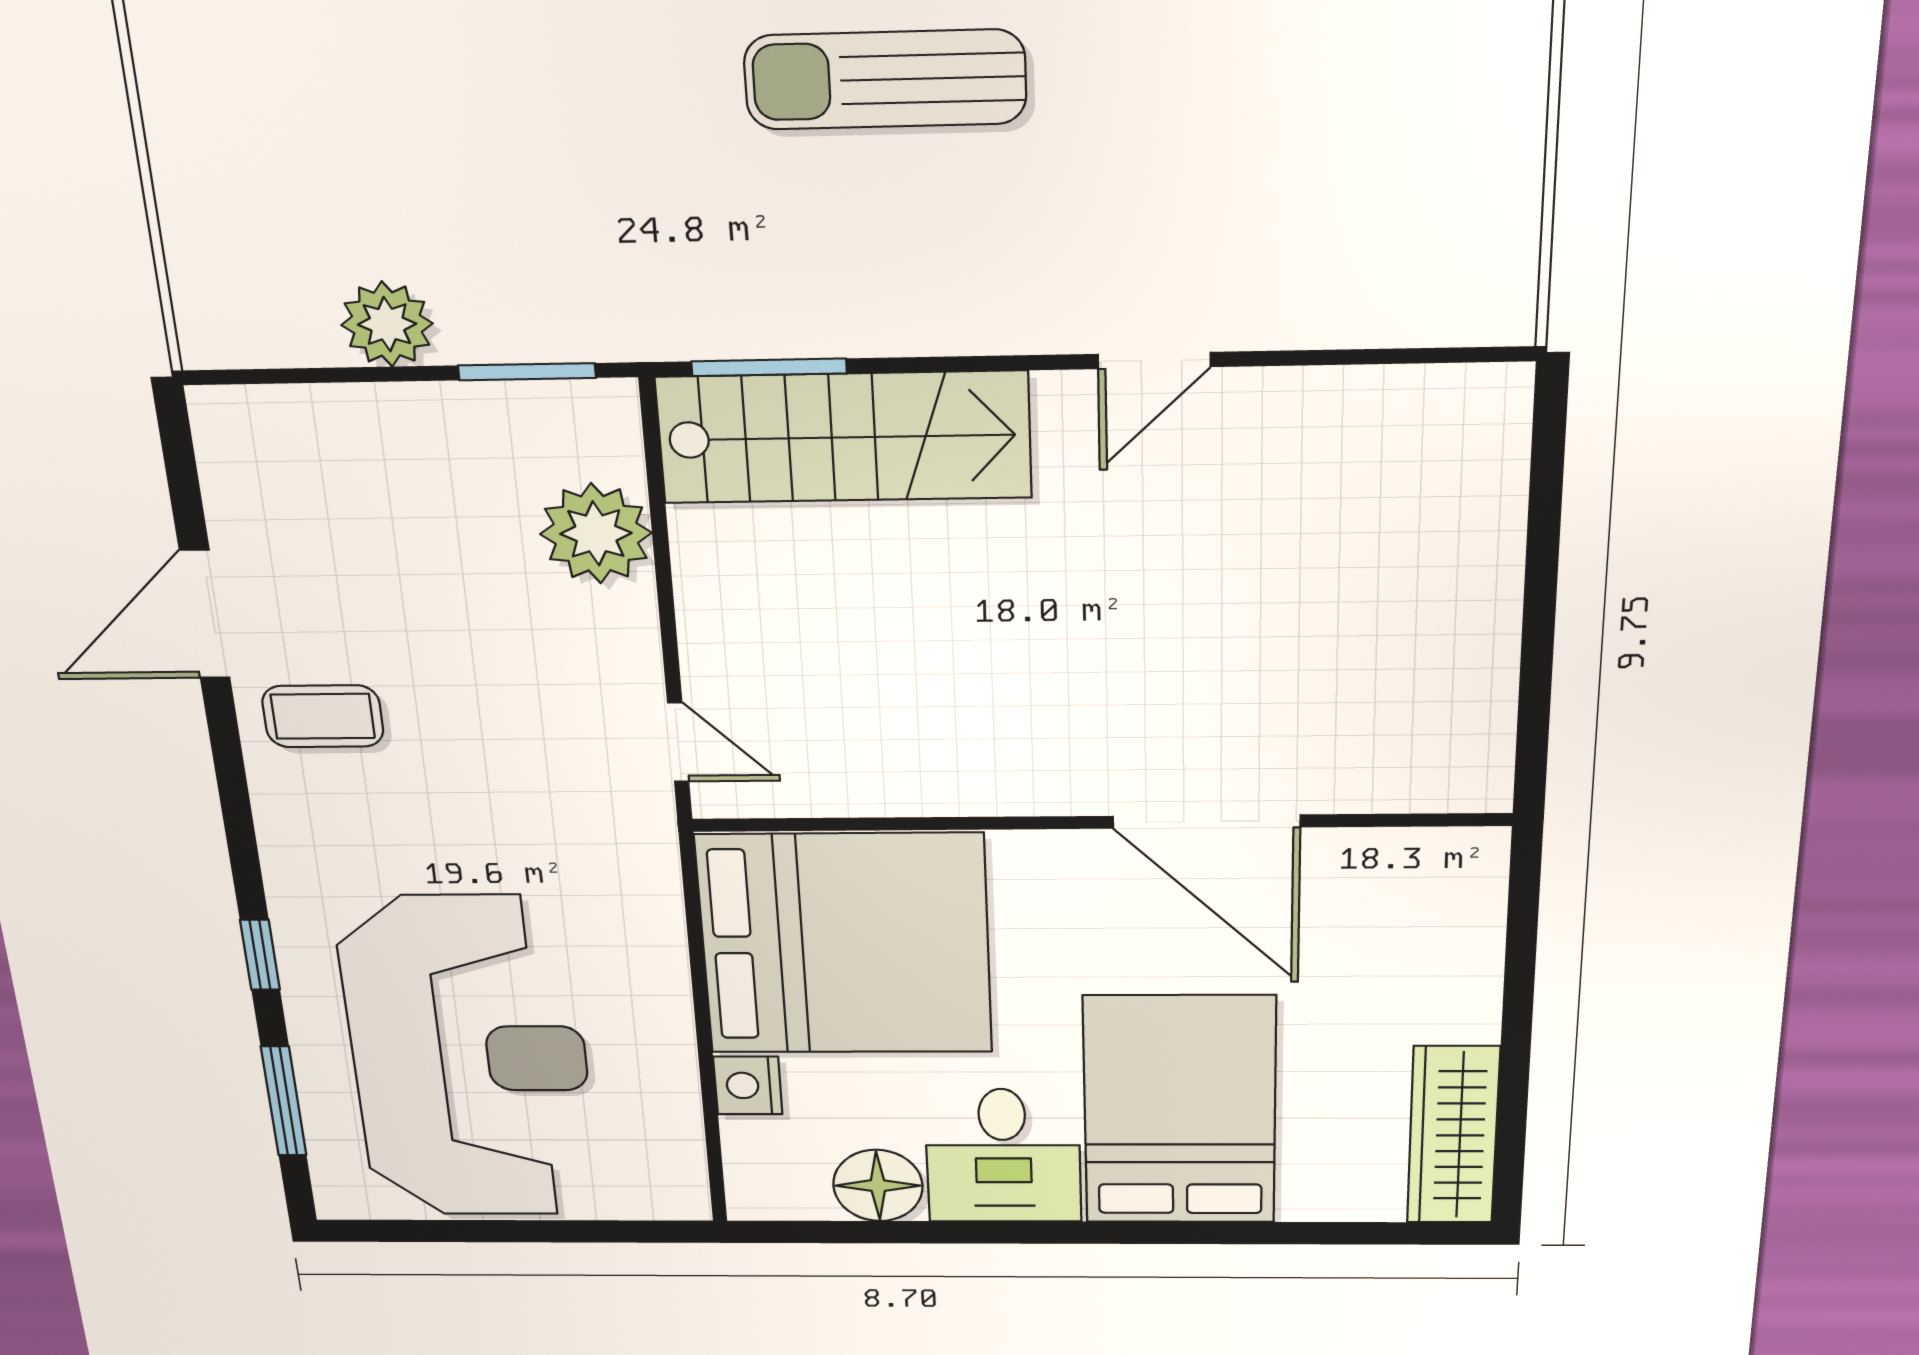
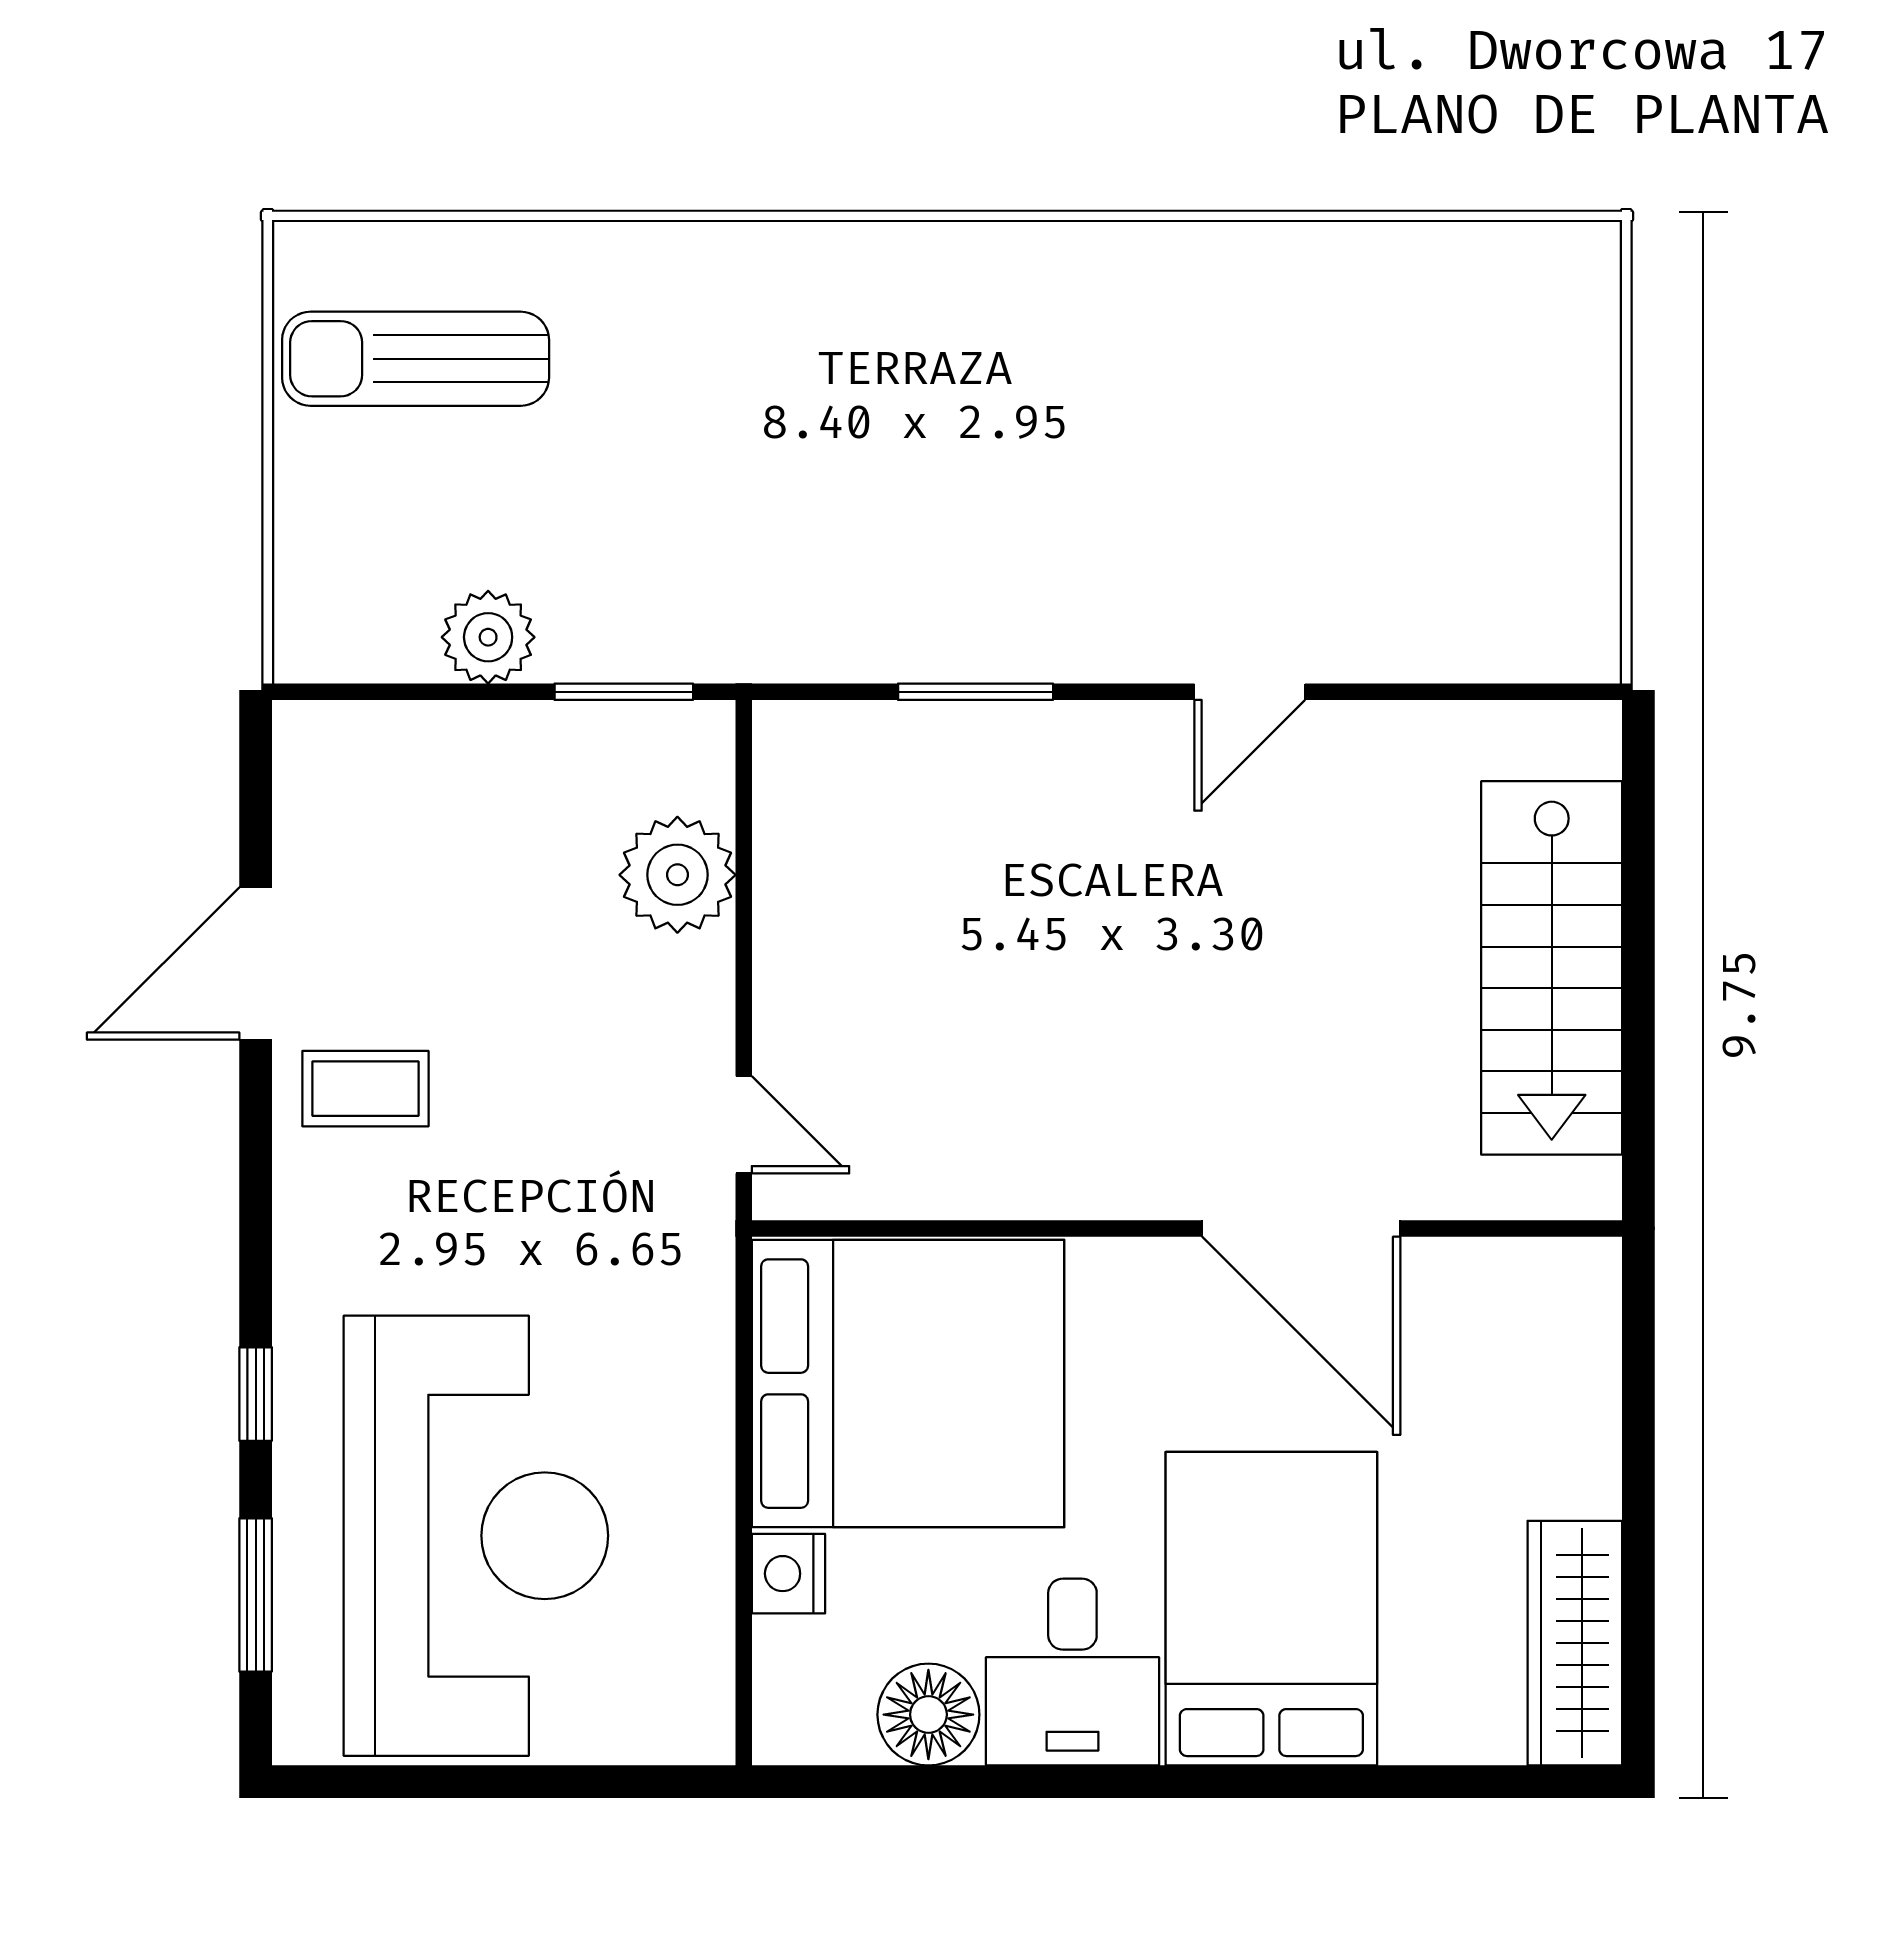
sun lounger: (885, 80) -> (416, 359), moved
window: (769, 367) -> (976, 692), moved
stairs: (844, 437) -> (1552, 968), moved, turned 90

